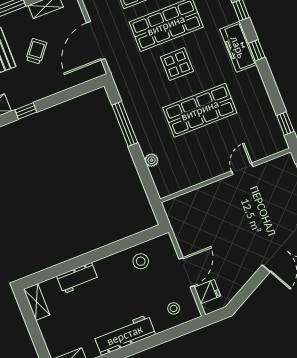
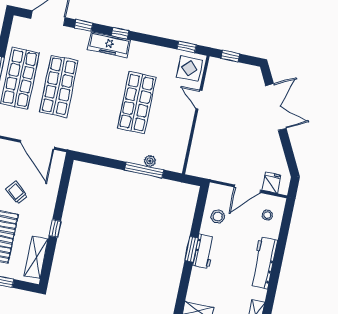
display table: (177, 64) -> (189, 68), moved
window: (125, 124) -> (144, 170), moved
window: (92, 256) -> (191, 249), added
door: (187, 272) -> (247, 189), swing flipped
workbench: (77, 278) -> (204, 251), moved

